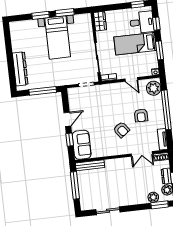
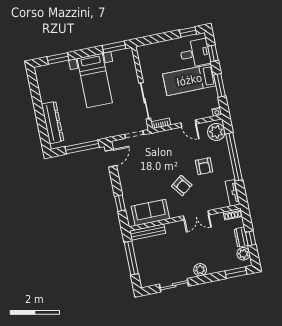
window: (65, 13) -> (114, 47), moved
window: (41, 15) -> (58, 58), moved
wardrobe: (100, 21) -> (144, 56), removed
door: (67, 119) -> (111, 158), moved
sofa: (82, 145) -> (150, 212), moved, turned -90
double door: (142, 154) -> (196, 215), moved
plant: (153, 197) -> (200, 270), moved

